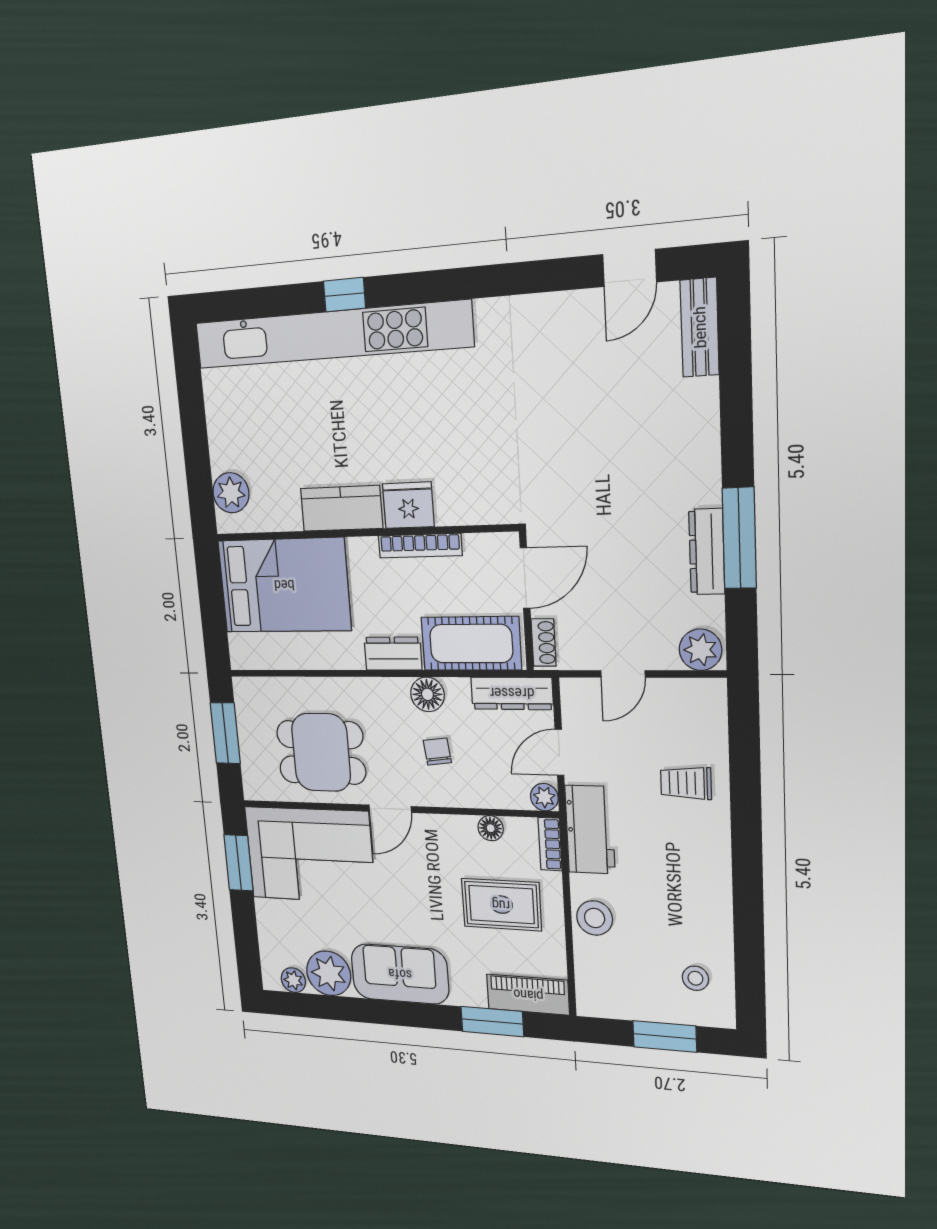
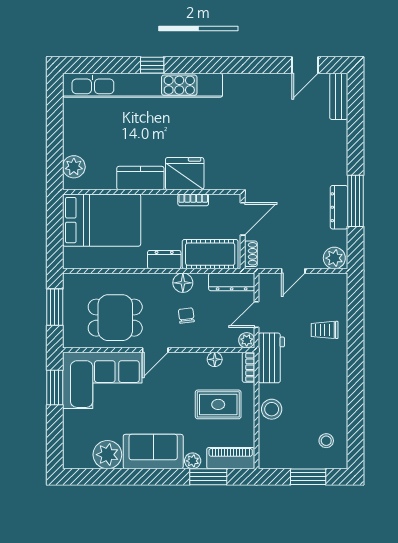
fridge: (408, 505) -> (185, 174), width x1.36, depth x1.34
bookcase: (420, 546) -> (193, 200), width x0.64
plant: (293, 980) -> (193, 461), moved

